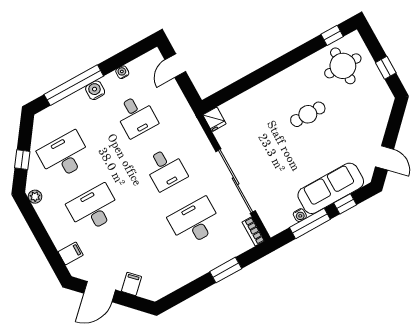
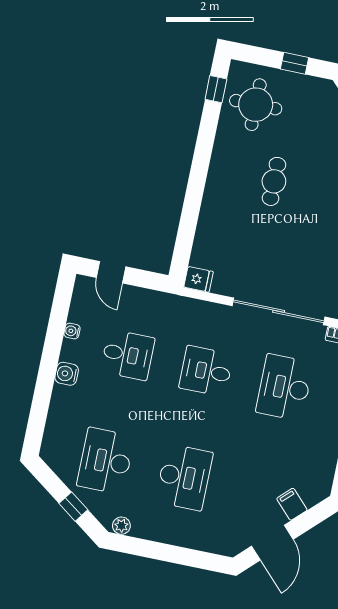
window: (74, 85) -> (43, 391), removed
desk: (165, 169) -> (206, 371), turned 180
desk: (94, 209) -> (184, 477), turned 180
filing cabinet: (71, 253) -> (209, 539), removed

